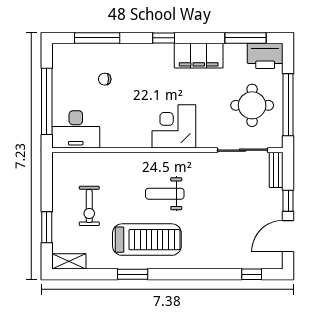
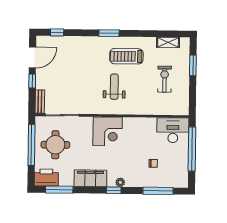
plant: (154, 50) -> (120, 182), added
weight bench: (165, 194) -> (114, 87), turned -90
treadmill: (147, 240) -> (126, 56), width x0.73, depth x0.73
shelving: (69, 261) -> (168, 42), moved
window: (133, 274) -> (109, 33), moved

